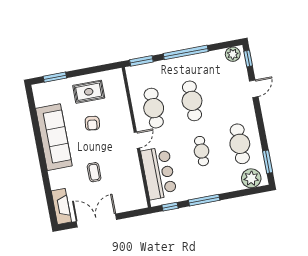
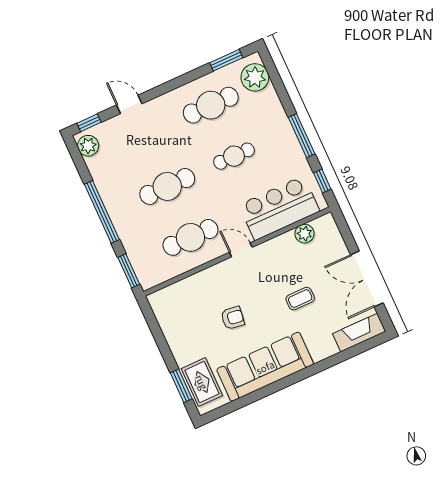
rug: (89, 92) -> (202, 382), moved
plant: (137, 186) -> (304, 234), added

